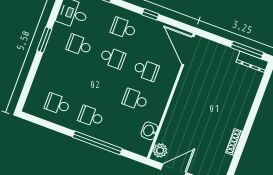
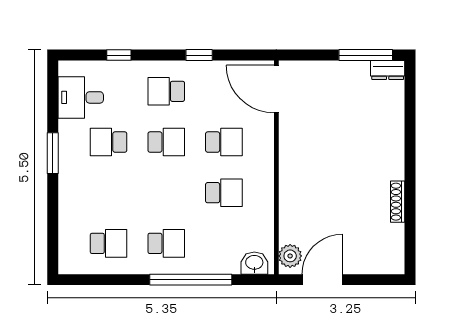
dresser: (252, 62) -> (388, 70), width x0.70
school desk: (135, 99) -> (224, 193), turned 180
school desk: (57, 104) -> (109, 243), turned 180
school desk: (91, 117) -> (166, 243), turned 180
washbasin: (149, 131) -> (254, 263), moved, turned 90

